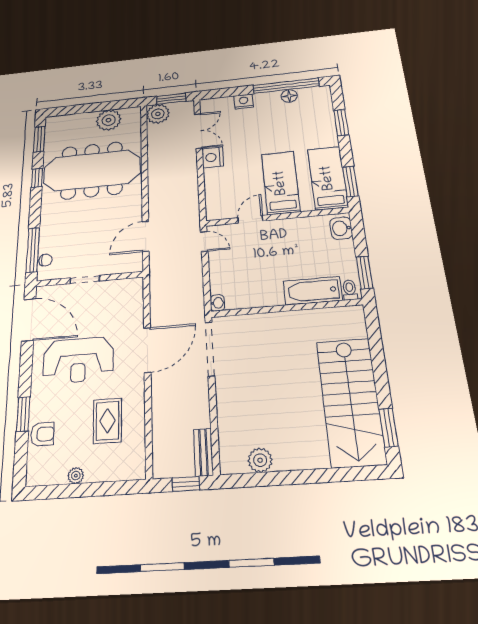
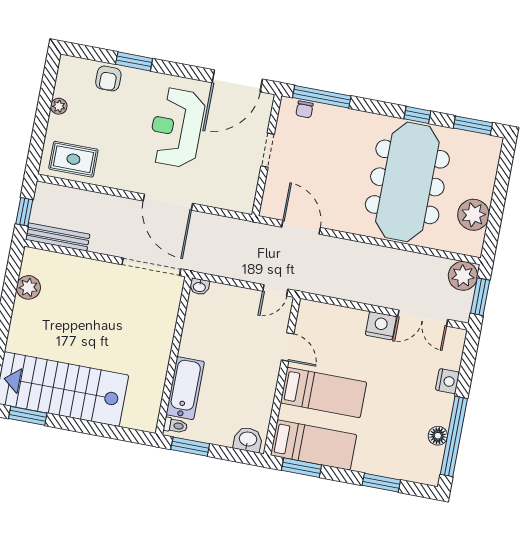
rug: (107, 421) -> (73, 159), moved
bench: (203, 452) -> (58, 237), width x1.36

